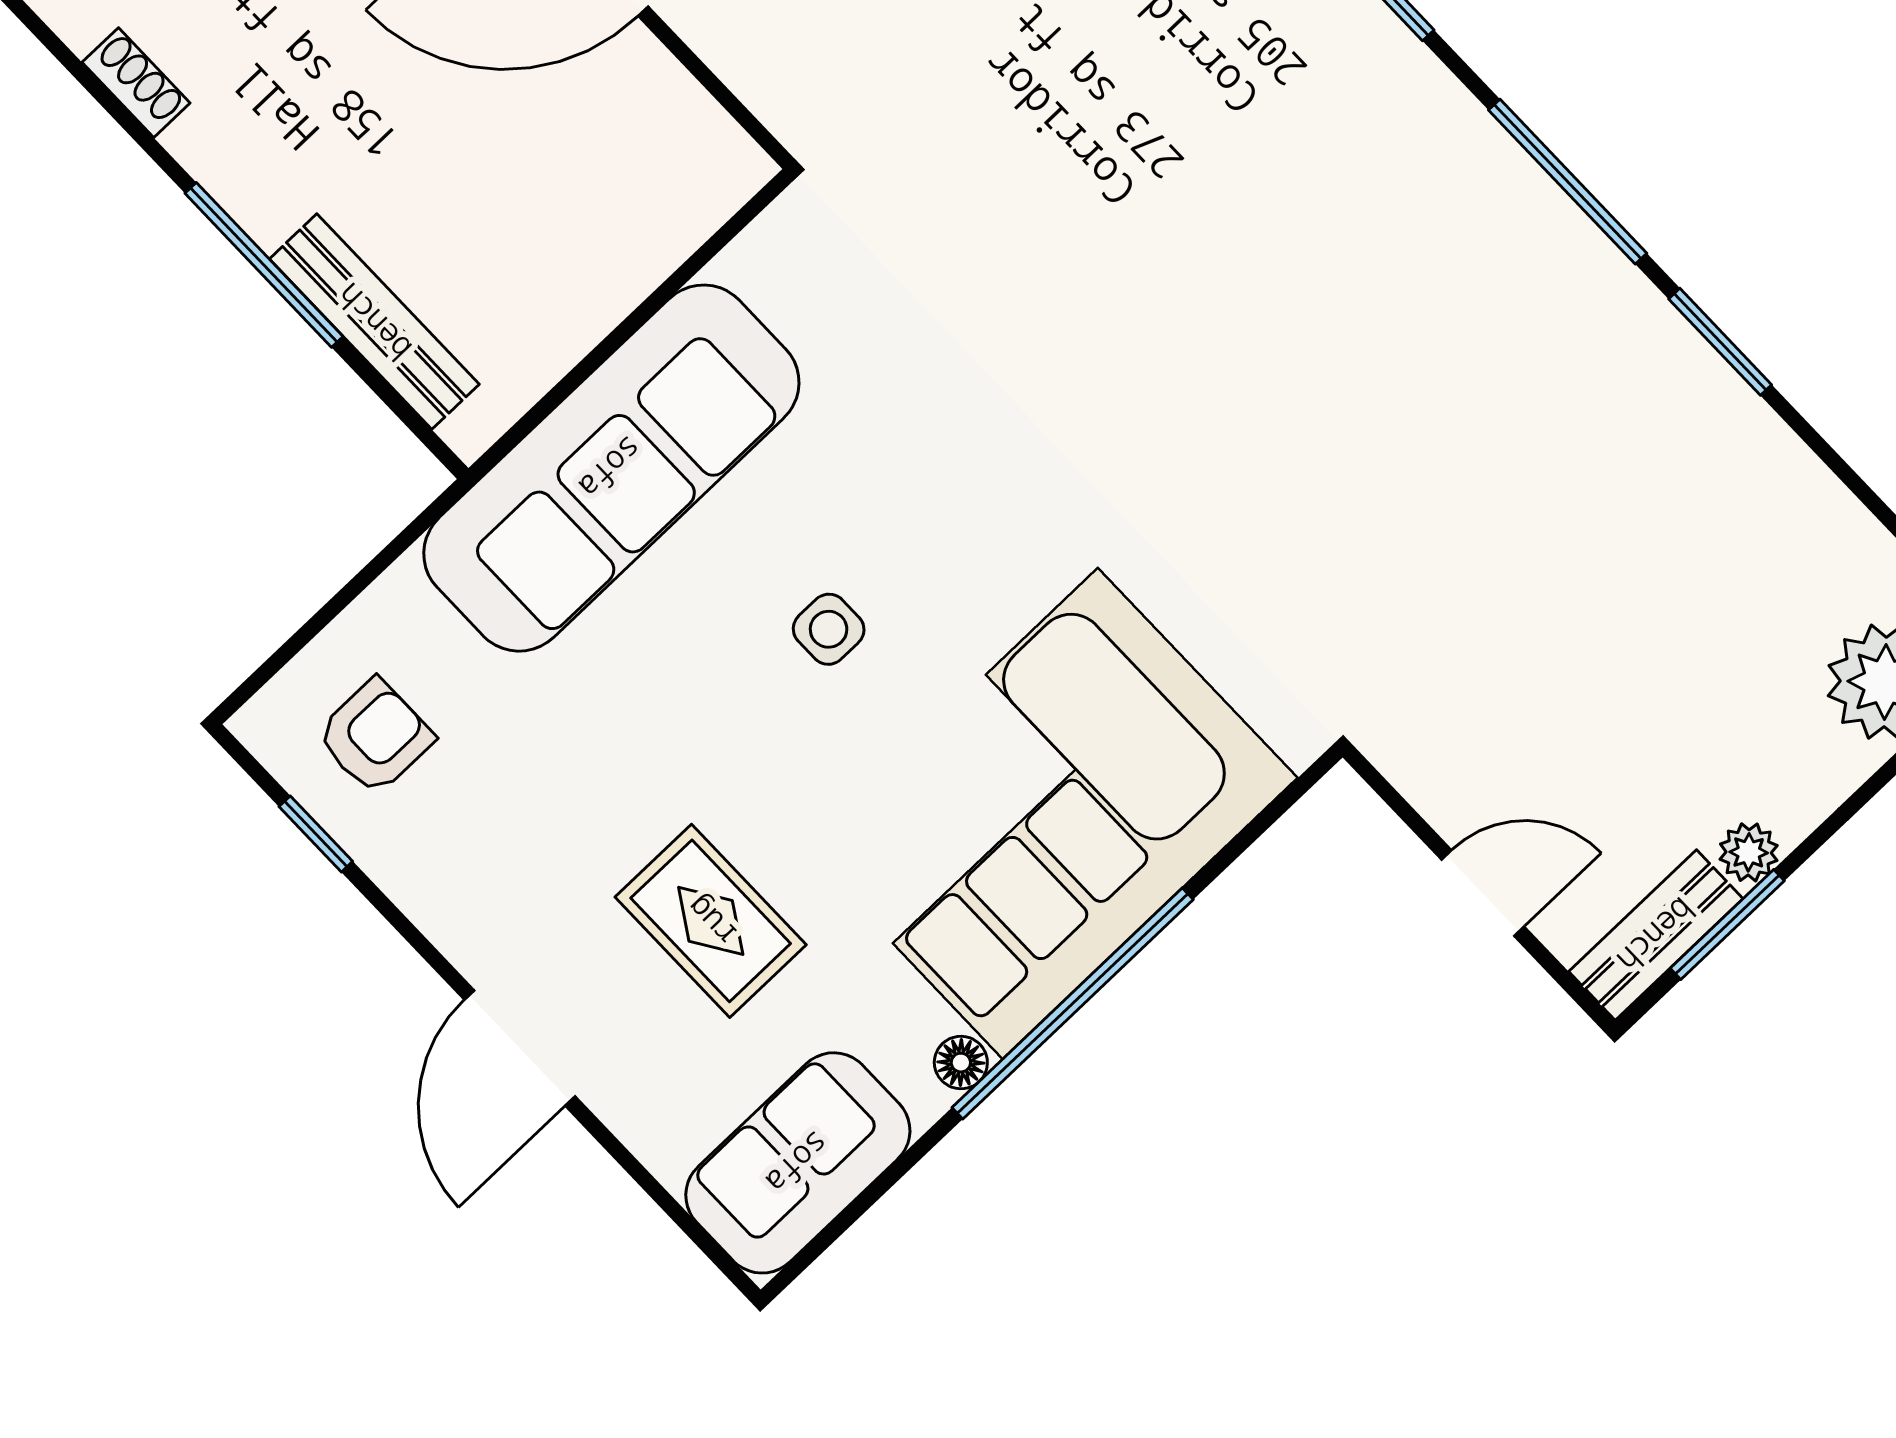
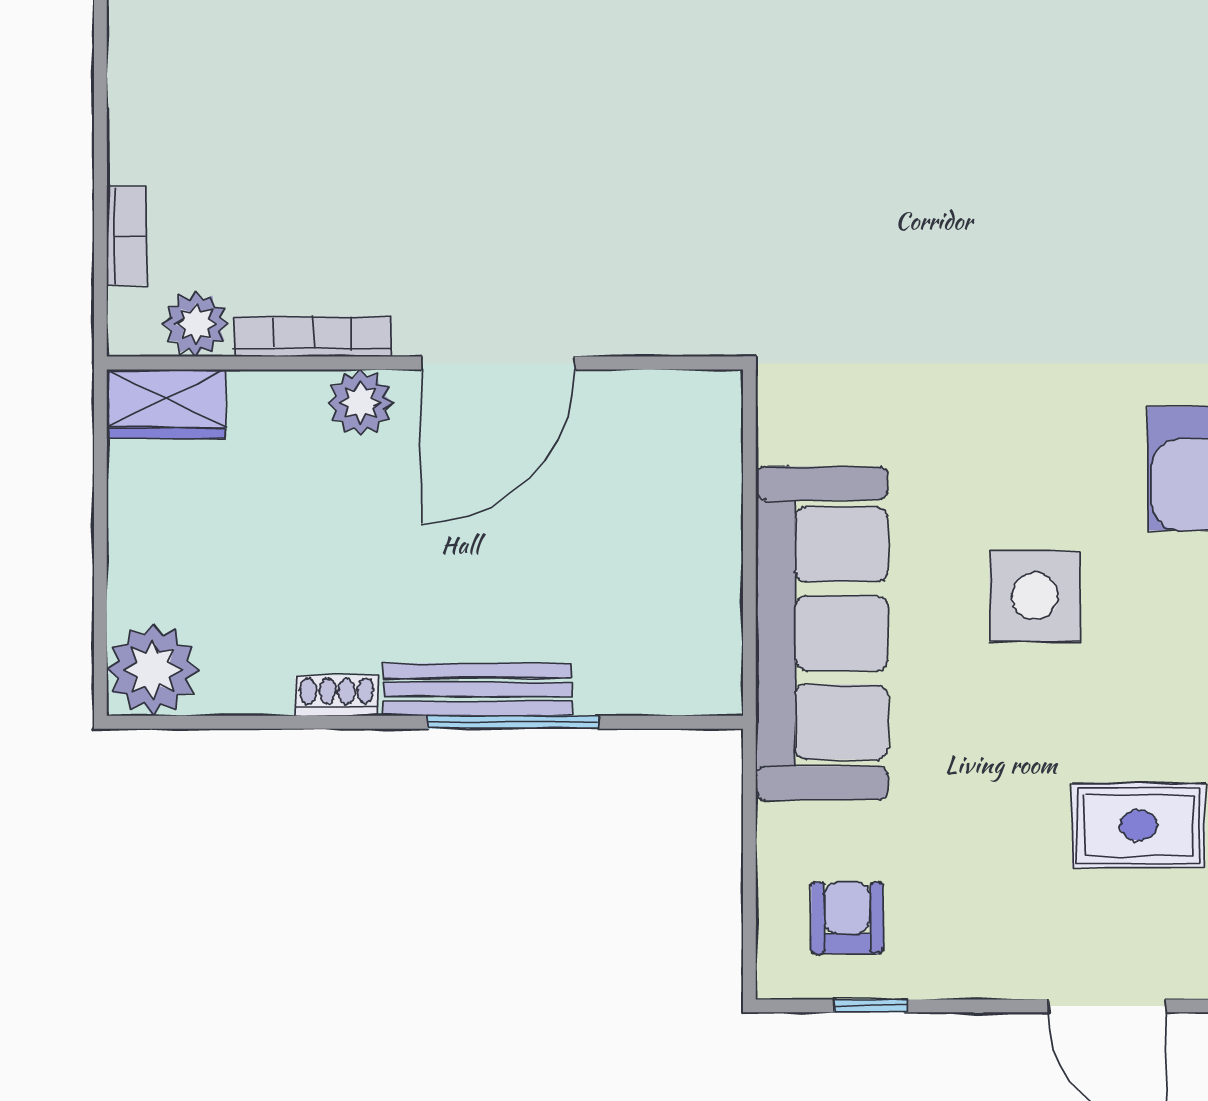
bench: (374, 322) -> (477, 690), moved
side table: (829, 629) -> (1035, 596), width x1.87, depth x1.87

